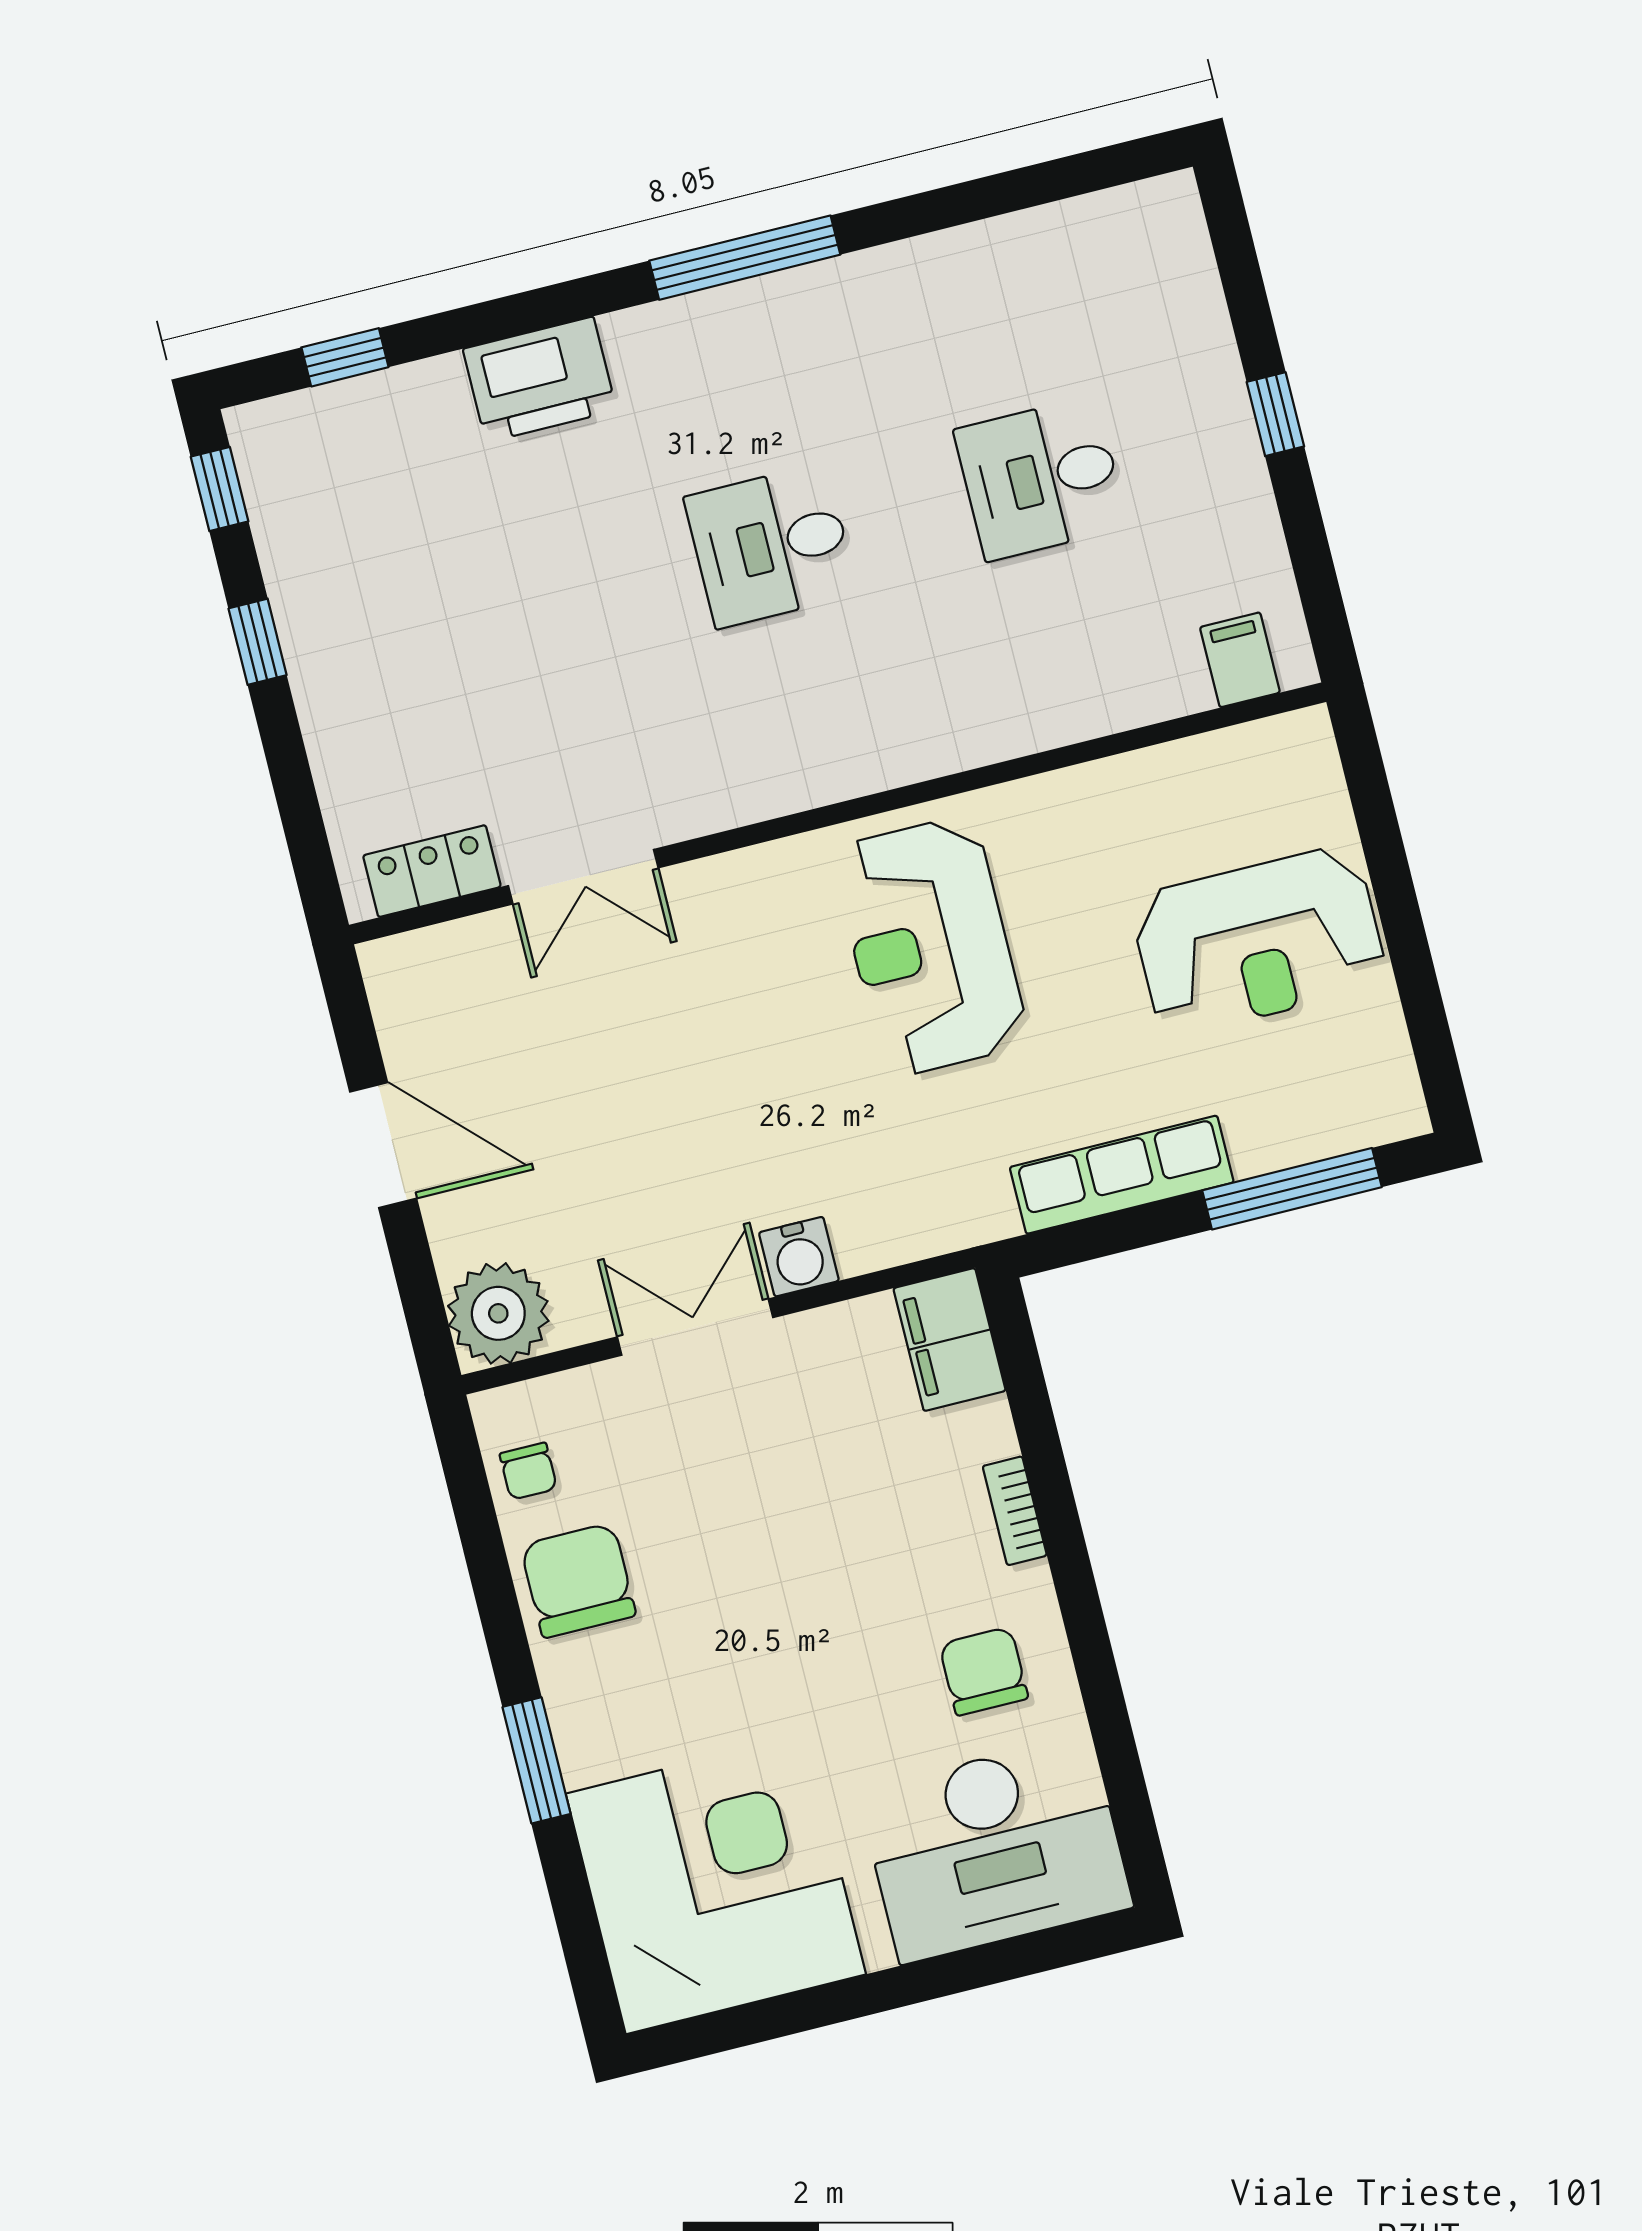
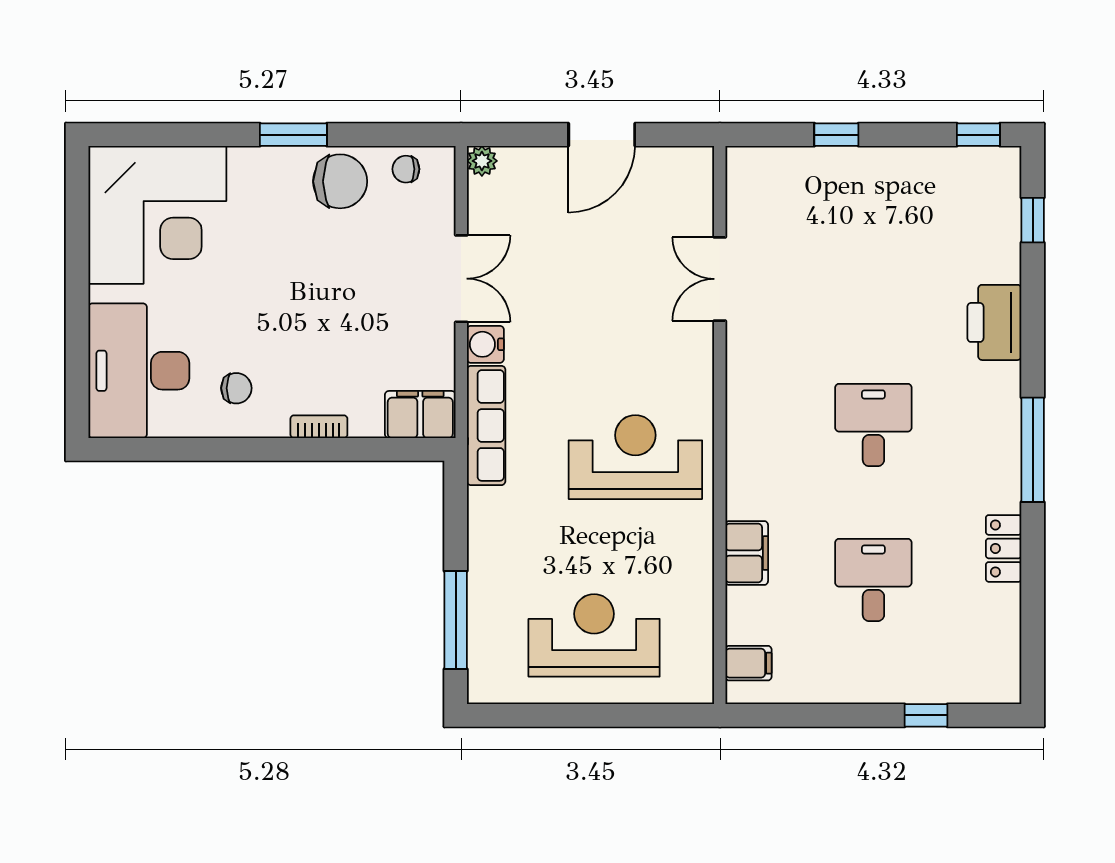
window: (1275, 414) -> (926, 715), moved
window: (258, 642) -> (836, 135), moved
filing cabinet: (1049, 711) -> (747, 553), added
locker: (432, 871) -> (1004, 548), moved, turned 180
reception desk: (1259, 941) -> (594, 635), turned 90
row of seats: (1122, 1175) -> (486, 425), moved
plant: (498, 1313) -> (482, 161), width x0.53, depth x0.53
chair: (984, 1671) -> (236, 388), width x0.73, depth x0.73
window: (537, 1760) -> (293, 135), moved

